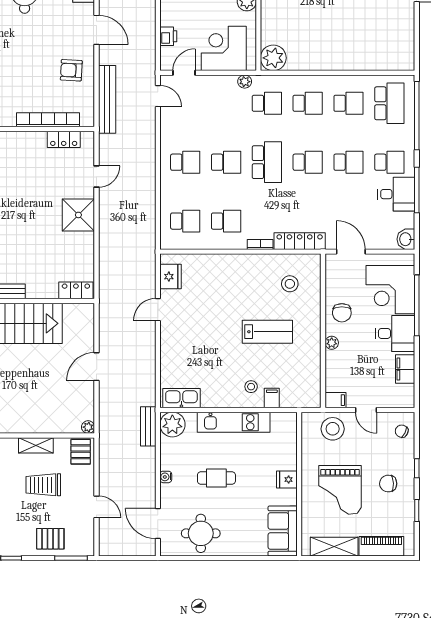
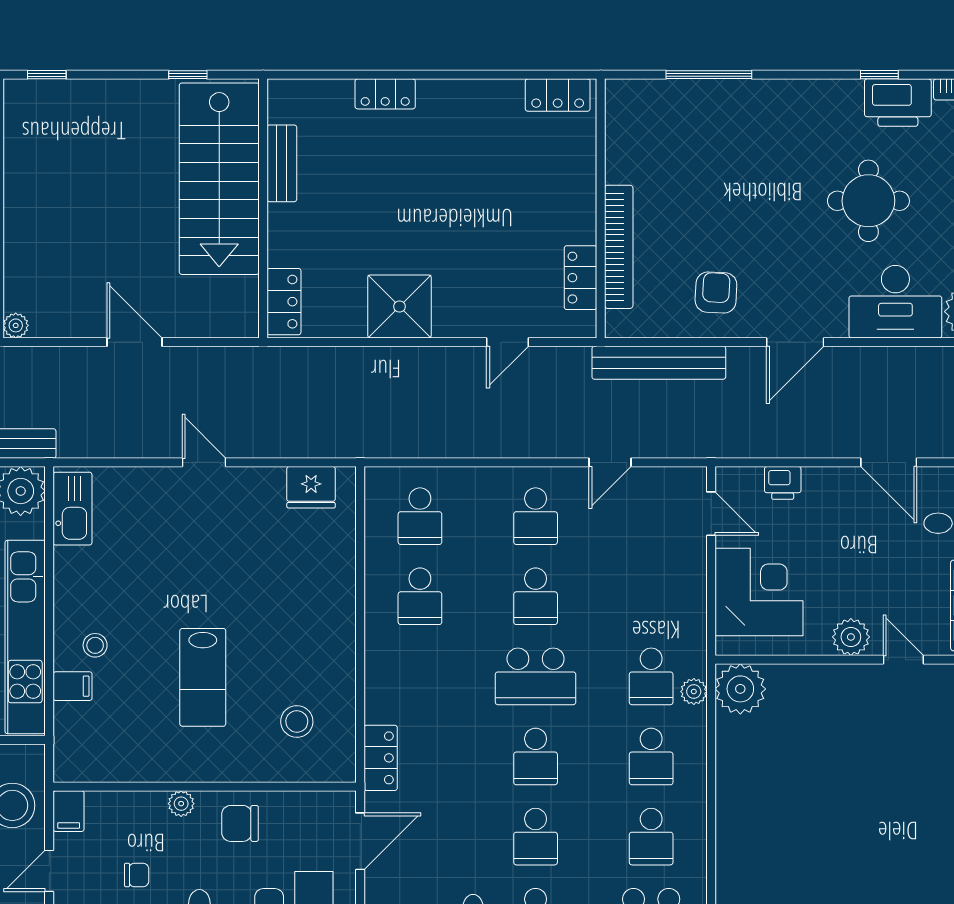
plant: (245, 82) -> (694, 692), moved
door: (158, 96) -> (610, 462), moved
door: (97, 176) -> (508, 342), hinge flipped
shower: (78, 215) -> (399, 306), moved
locker: (300, 241) -> (381, 758), width x0.66
bookcase: (260, 244) -> (374, 663), removed
door: (158, 310) -> (204, 462), moved
chair: (368, 365) -> (137, 875), added
kitchen unit: (234, 422) -> (25, 637), width x1.36

